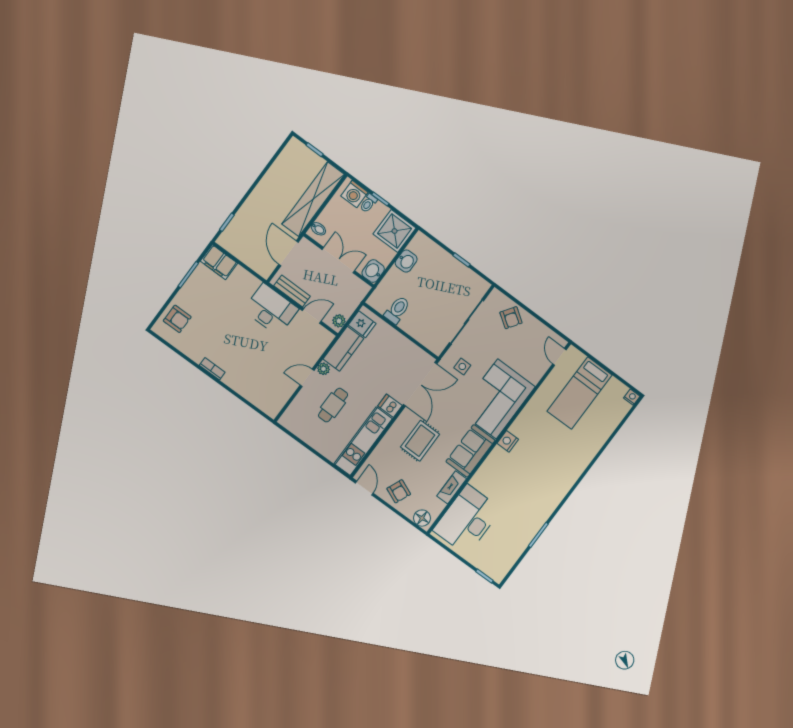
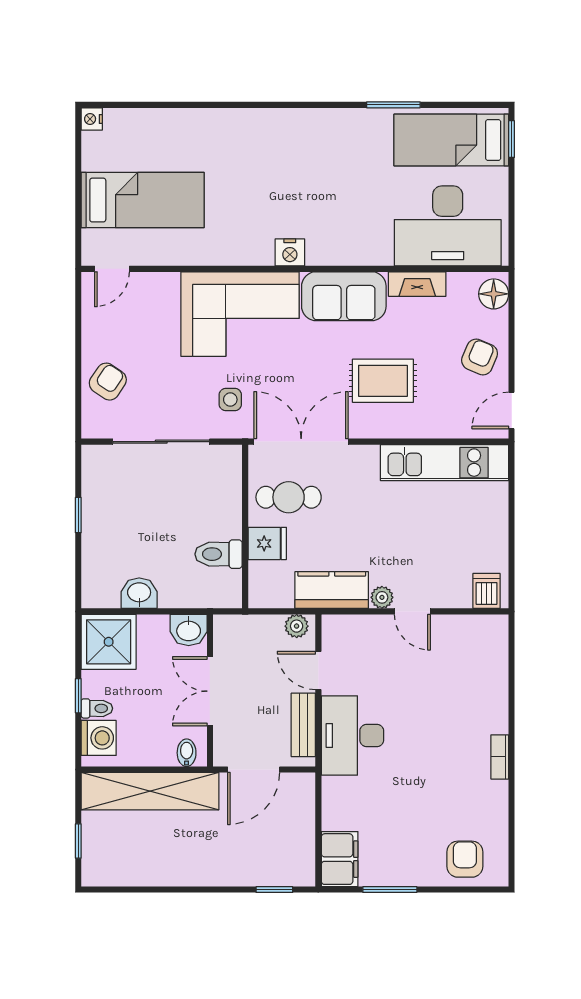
fridge: (362, 324) -> (267, 543), moved, turned 90
cafe table: (333, 405) -> (289, 497), moved
dishwasher: (390, 406) -> (487, 591), moved, turned 180
bed: (504, 549) -> (451, 140), added

